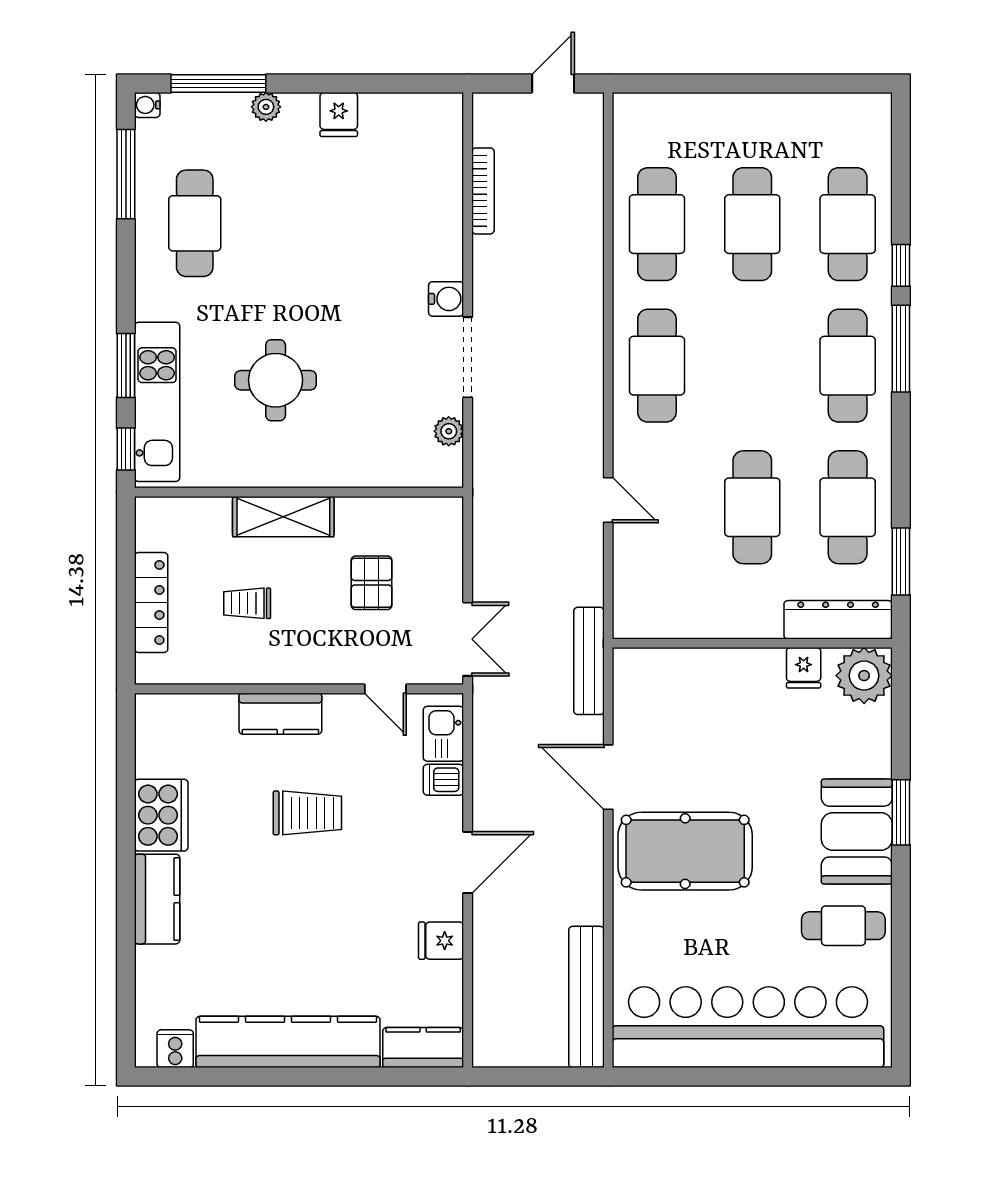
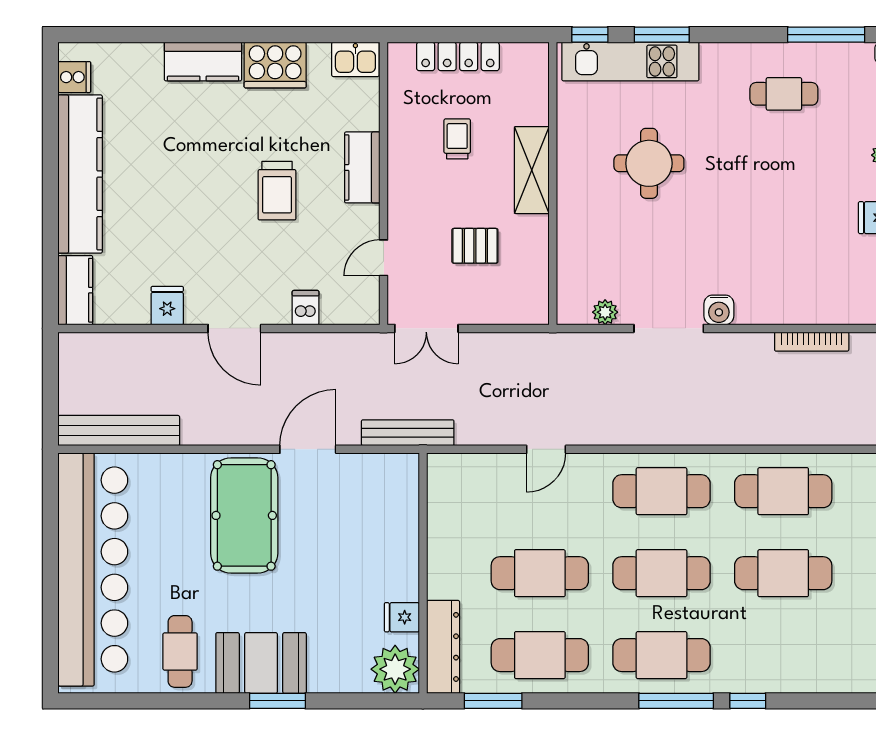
cafe table: (195, 223) -> (784, 94), width x0.73, depth x0.74
cafe table: (848, 224) -> (662, 573), moved
kitchen sink: (443, 734) -> (355, 59), moved, turned 180

